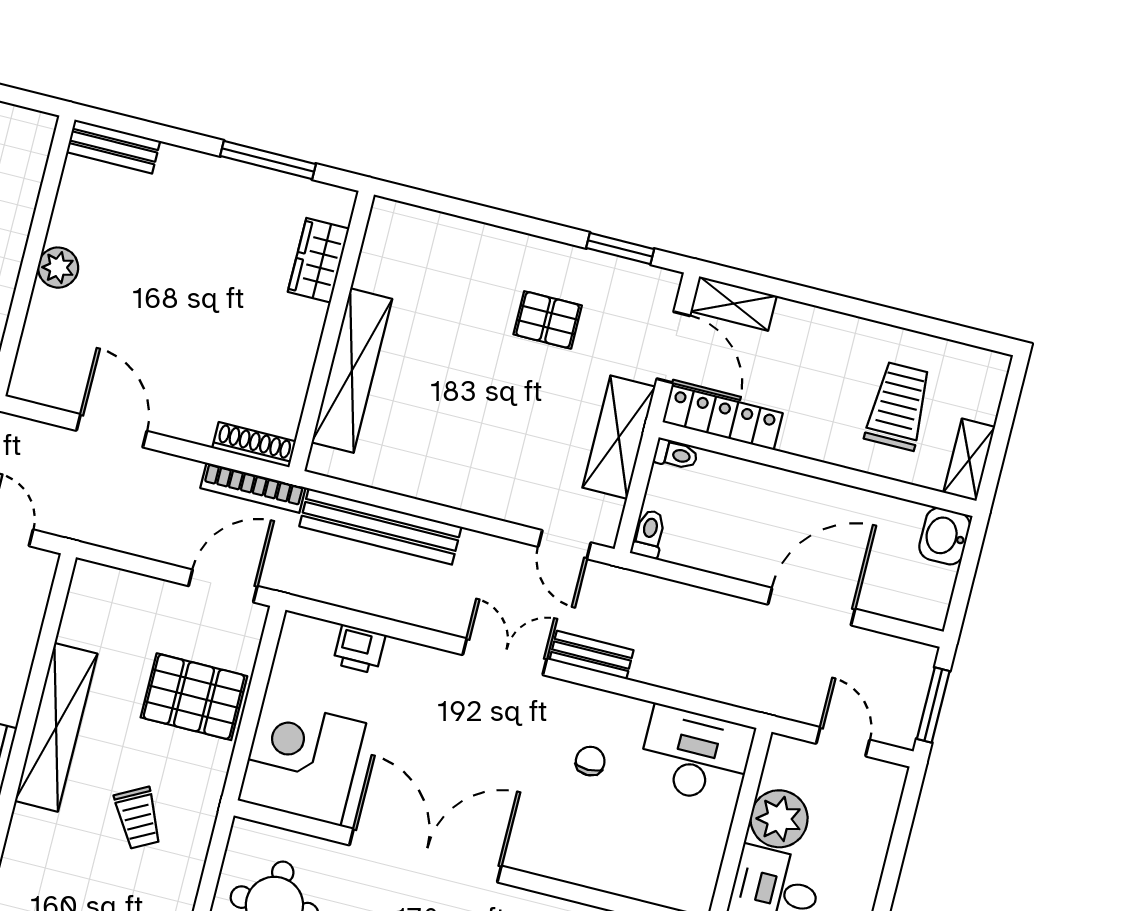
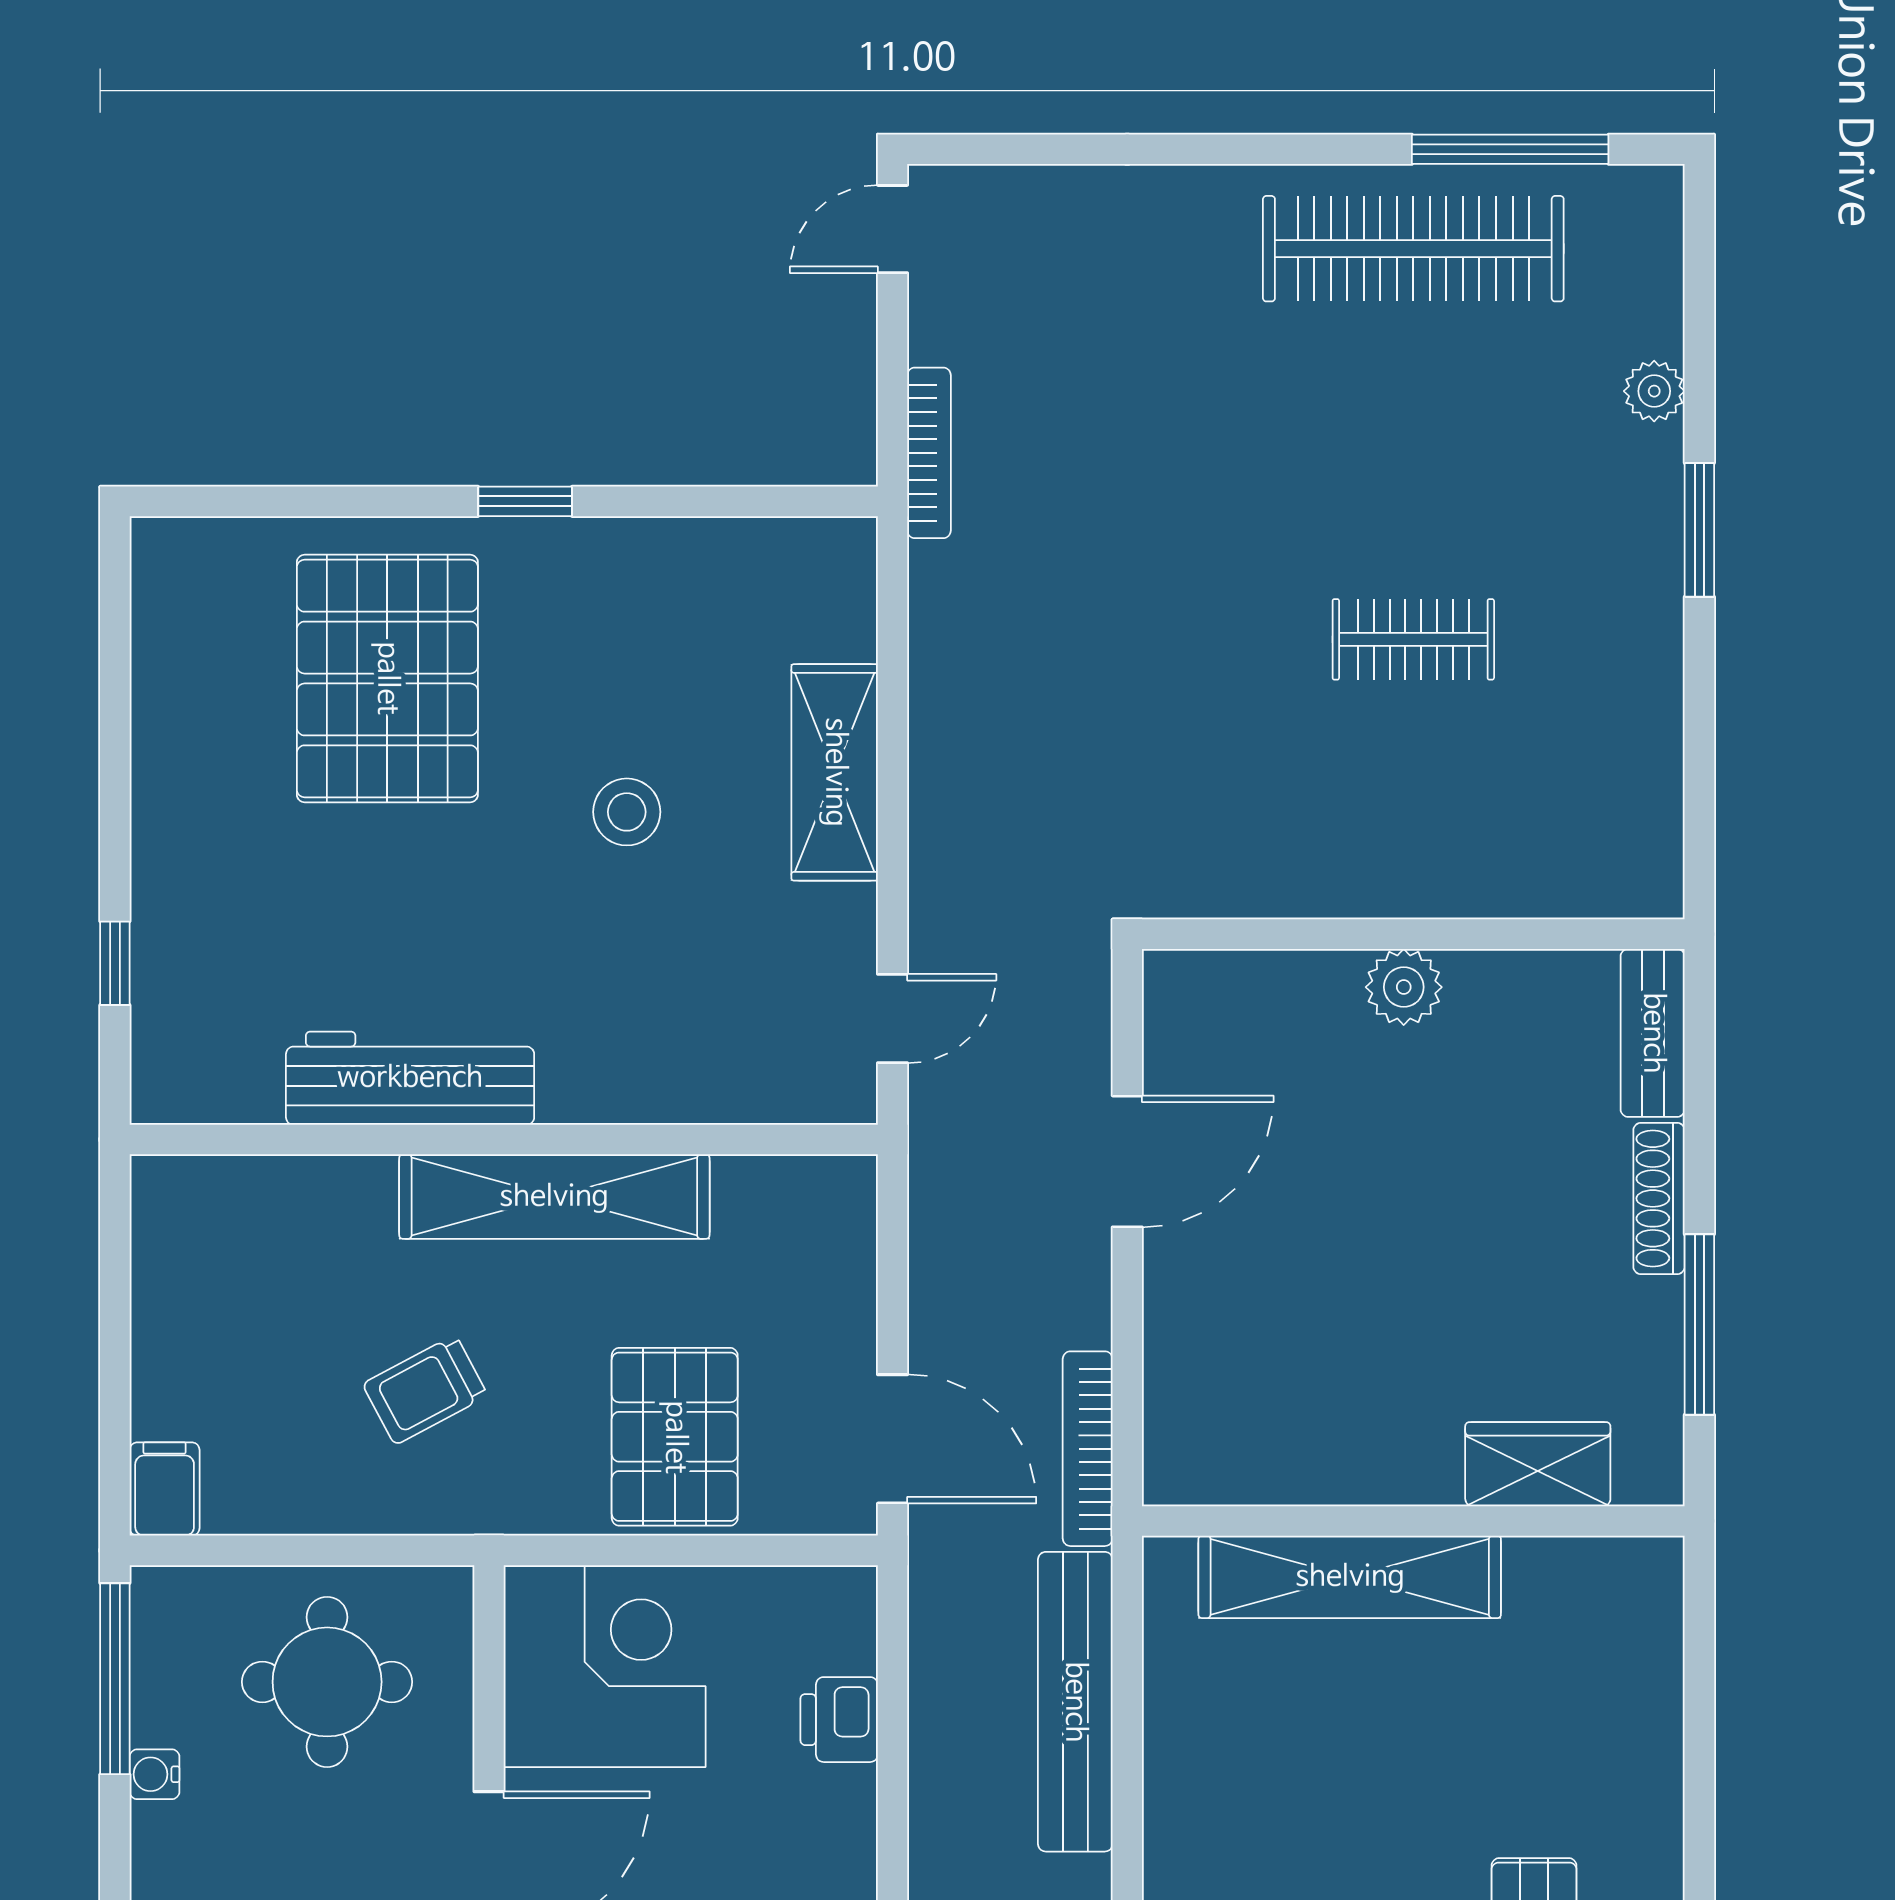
shoe rack: (254, 445) -> (1659, 1198), moved, turned 180

